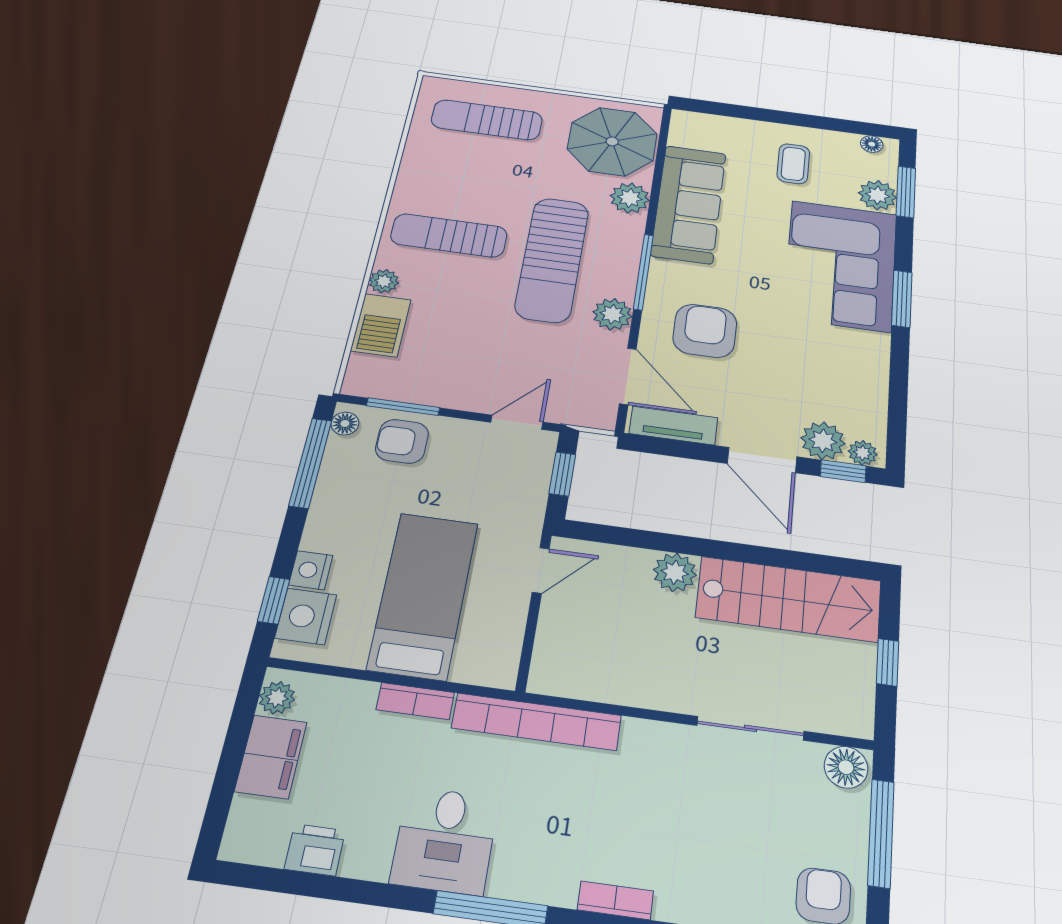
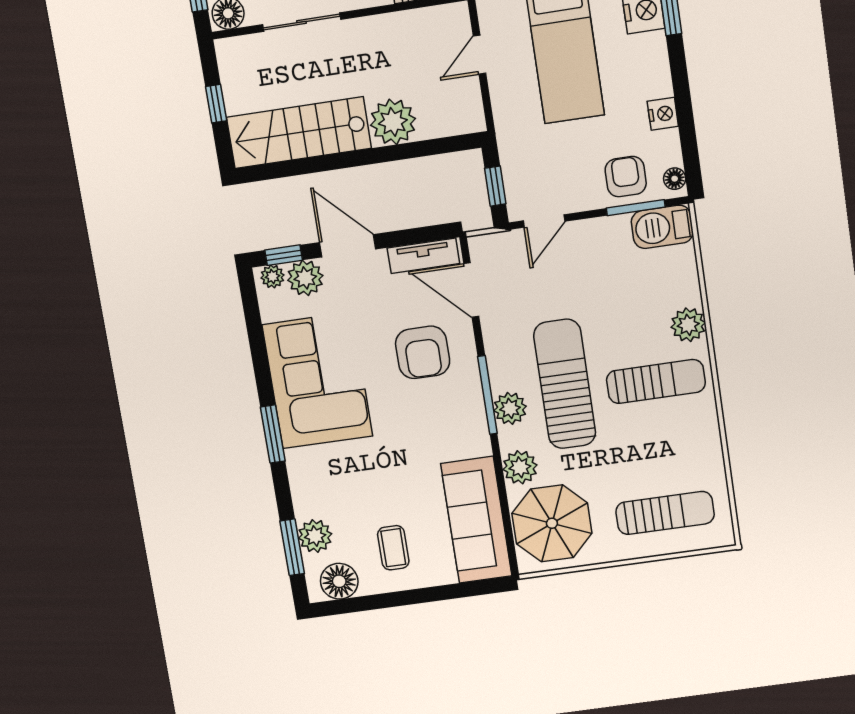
floor lamp: (872, 144) -> (339, 581), width x1.89, depth x1.89
sofa: (689, 204) -> (476, 520), moved
corner sofa: (841, 265) -> (317, 380), moved
plant: (384, 281) -> (688, 325), width x1.38, depth x1.38
plant: (612, 314) -> (510, 408), moved
barbecue: (381, 325) -> (662, 227), moved, turned -90
armchair: (402, 441) -> (626, 177), turned -90
window: (310, 463) -> (688, 136), removed
nightstand: (311, 570) -> (663, 114), moved
door: (541, 570) -> (480, 55), moved
plant: (675, 572) -> (393, 122), width x1.36, depth x1.36

